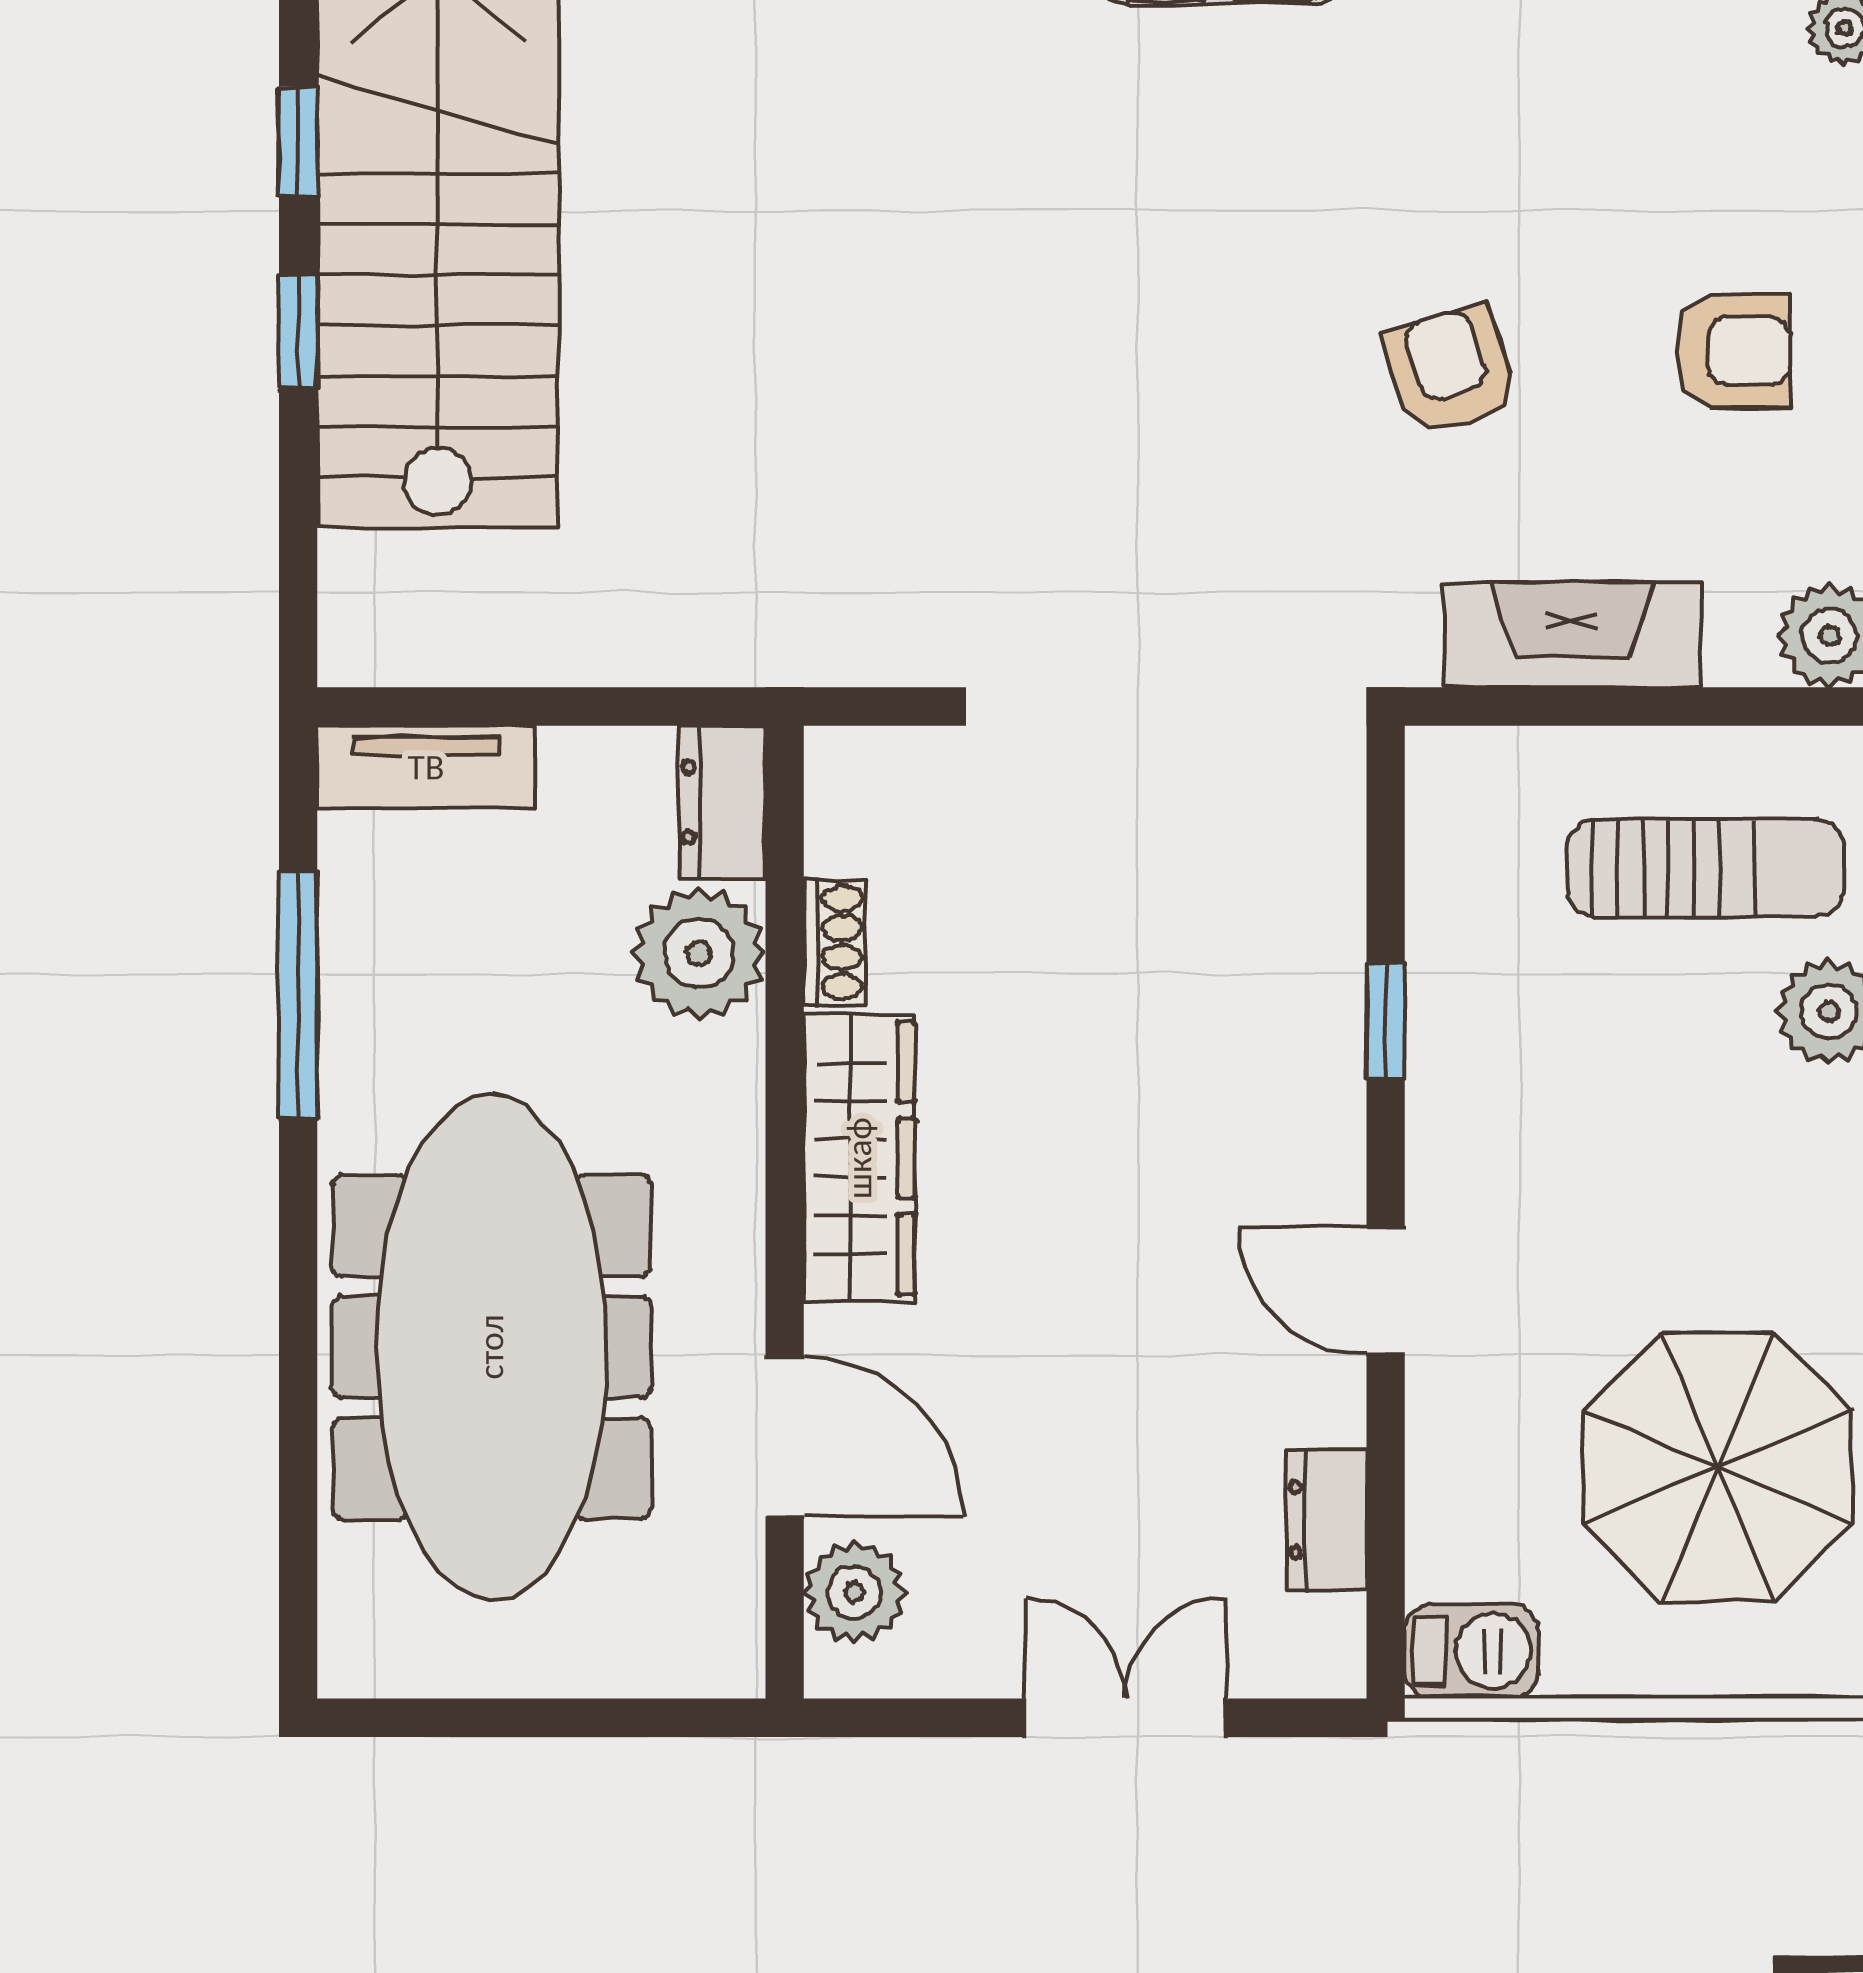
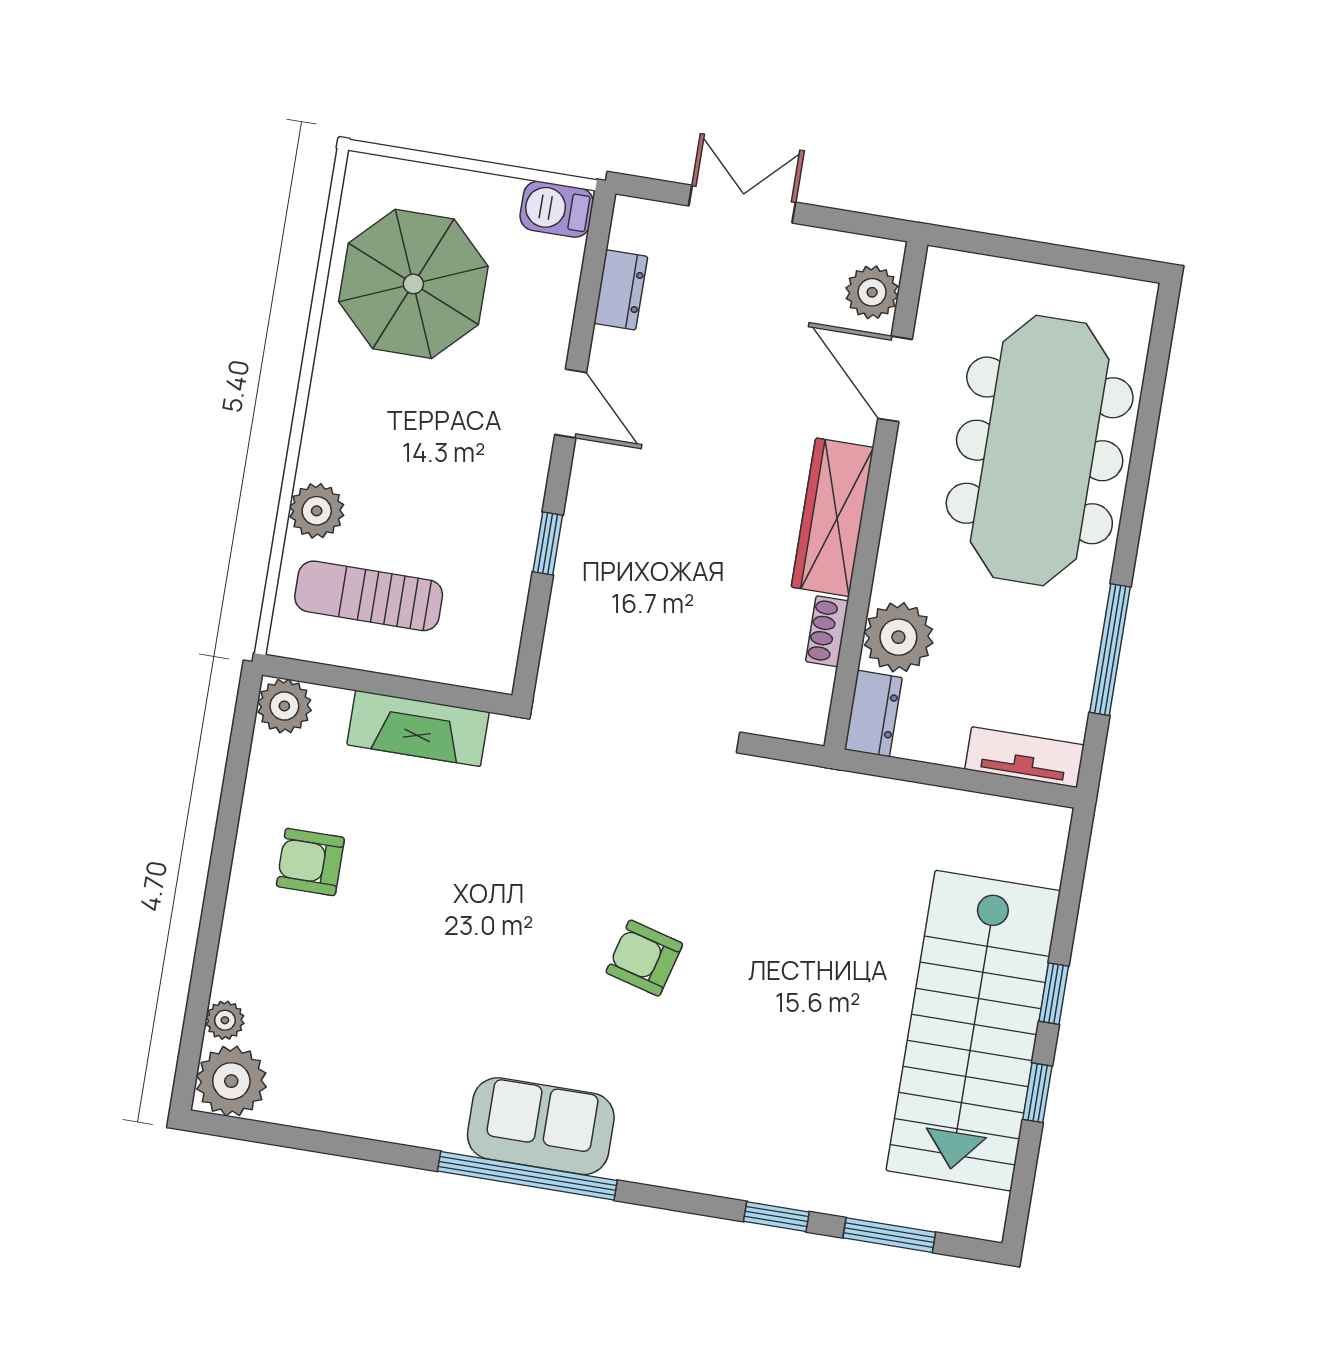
armchair: (1450, 370) -> (644, 958), moved, turned 123
double door: (1125, 1718) -> (742, 204), swing flipped

